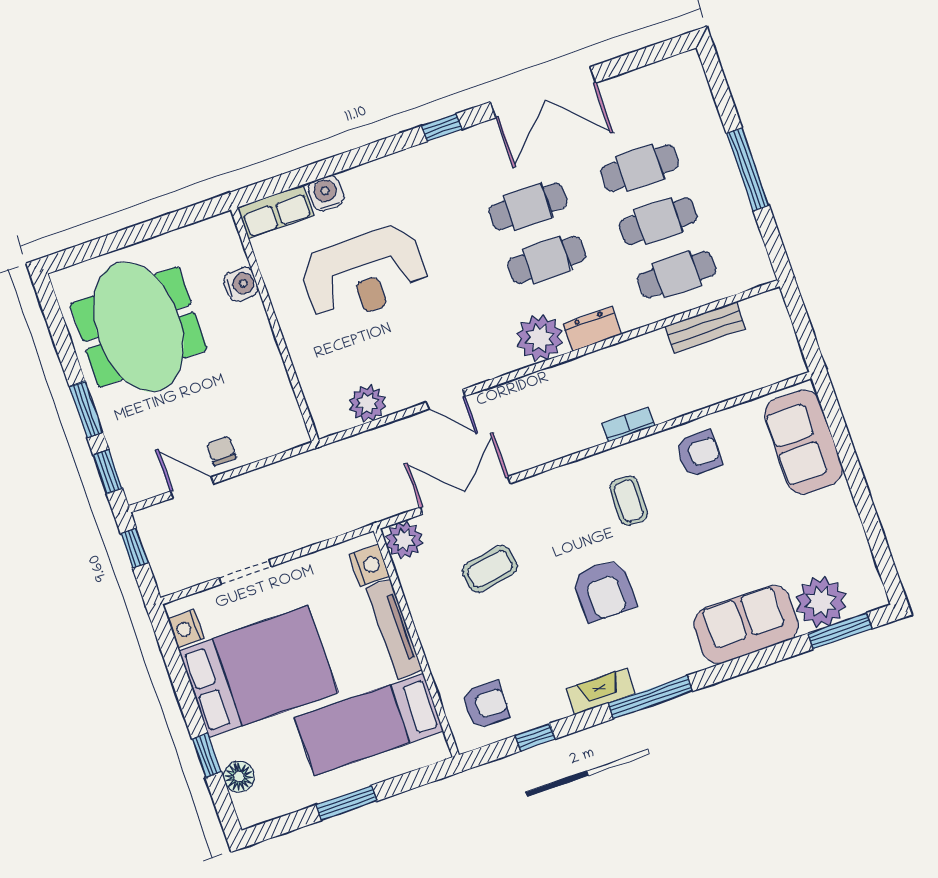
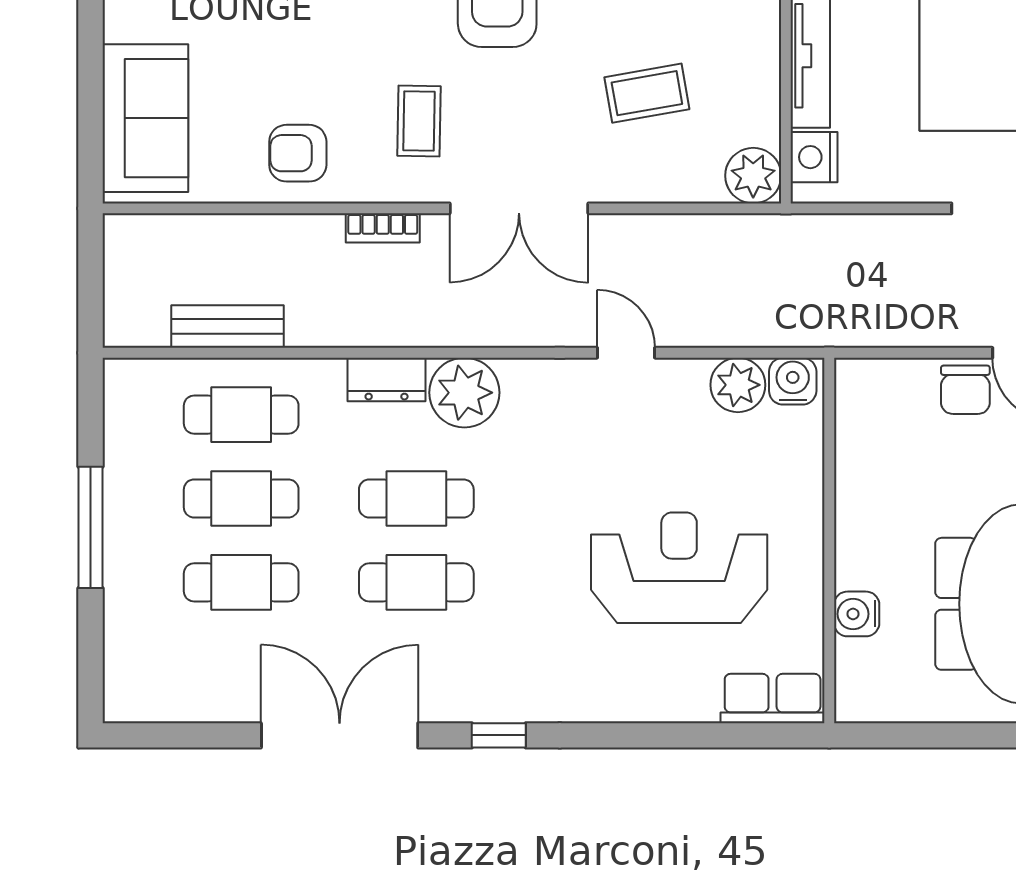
water cooler: (326, 193) -> (793, 381), moved, turned 180
chair: (221, 451) -> (965, 390), width x1.37, depth x1.37
double door: (465, 495) -> (519, 208), moved

